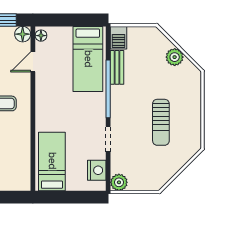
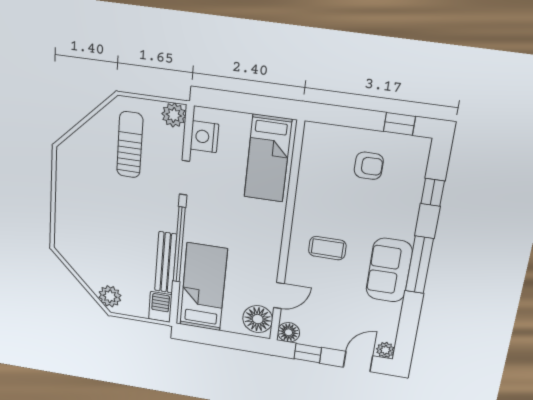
floor lamp: (41, 36) -> (258, 319), width x1.89, depth x1.89
plant: (175, 57) -> (110, 296), moved
bench: (117, 67) -> (166, 262), width x1.36
sun lounger: (161, 122) -> (130, 145), moved

